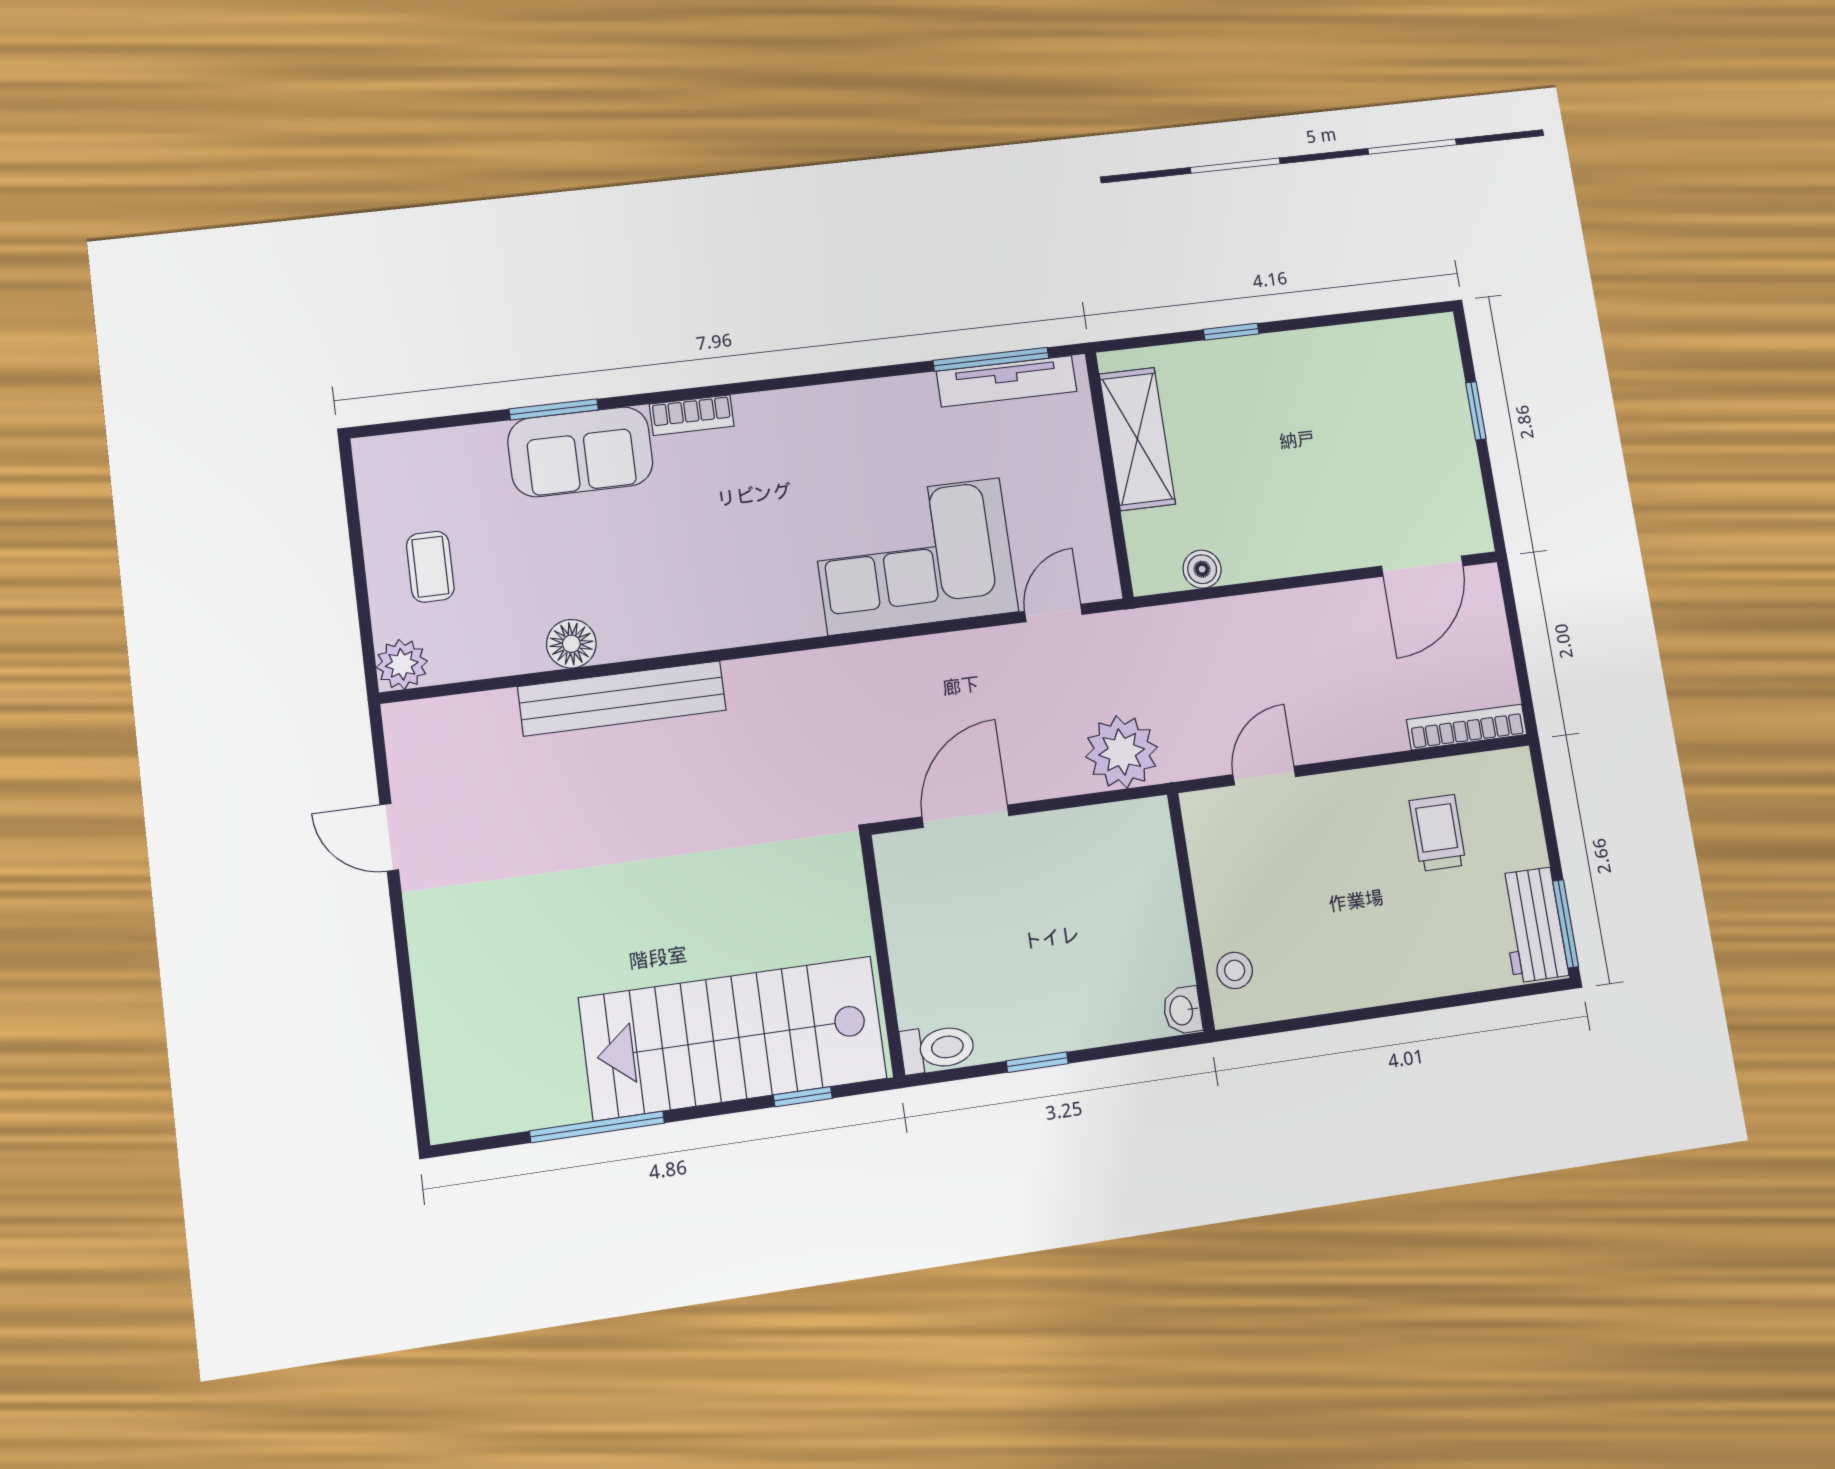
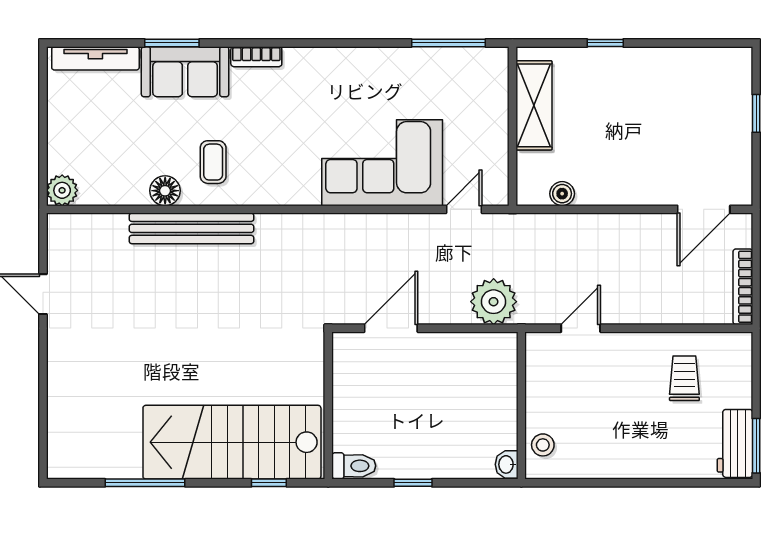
tv unit: (1007, 381) -> (95, 58), moved
coffee table: (430, 567) -> (213, 162), moved
bookcase: (1467, 727) -> (743, 287), moved, turned -90

